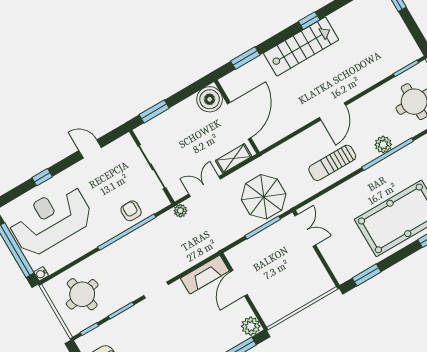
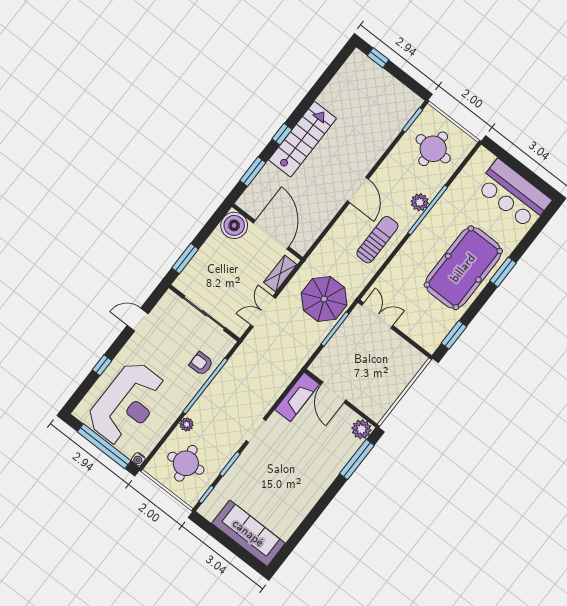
window: (309, 21) -> (282, 134), moved
sun lounger: (332, 163) -> (377, 240), turned 180
plant: (180, 211) -> (187, 424), moved
reception desk: (51, 220) -> (127, 404), turned 180

